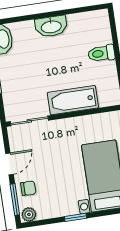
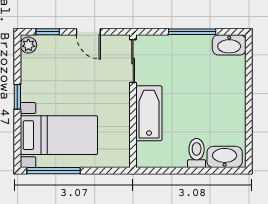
washbasin: (51, 26) -> (225, 157), moved, turned 90
chair: (28, 188) -> (58, 49), removed
window: (15, 199) -> (48, 32), width x0.67

